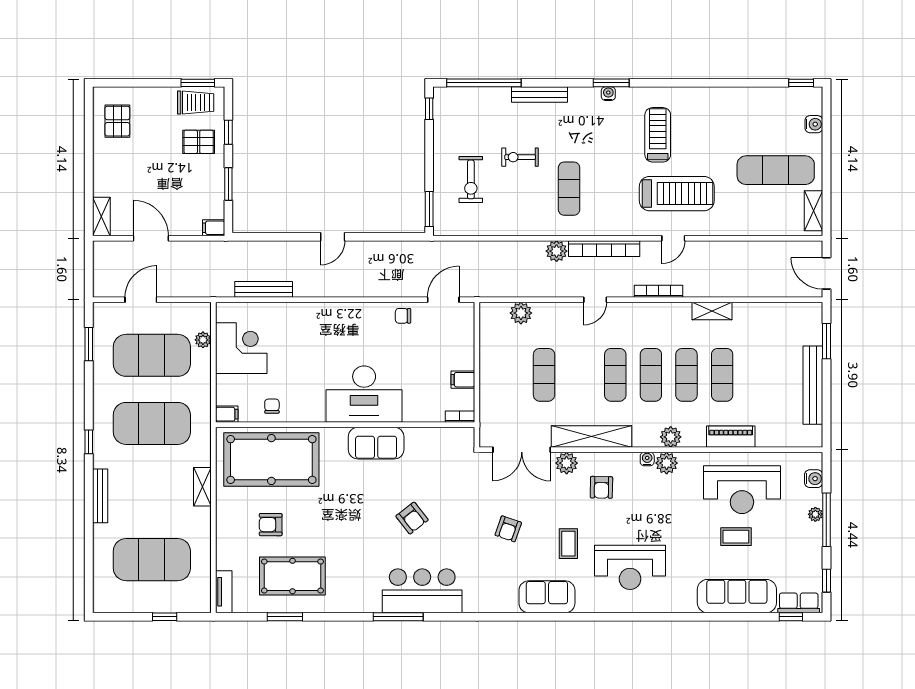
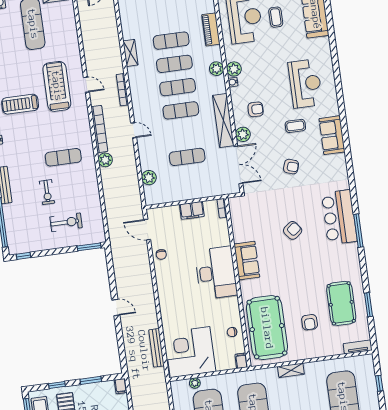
corner desk: (241, 348) -> (190, 352), width x1.36, depth x1.36
filing cabinet: (463, 380) -> (192, 210), width x2.00

